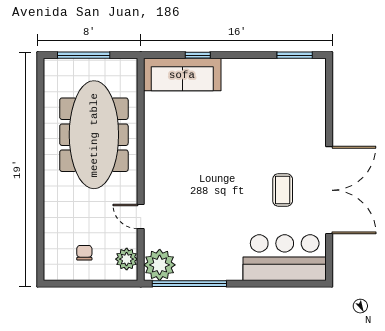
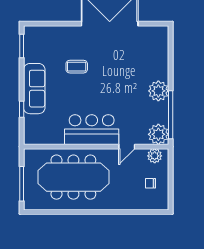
sofa: (182, 75) -> (34, 89), moved
coffee table: (283, 190) -> (77, 67), moved
bar counter: (285, 258) -> (92, 130), moved, turned 90
plant: (226, 265) -> (158, 91), added

